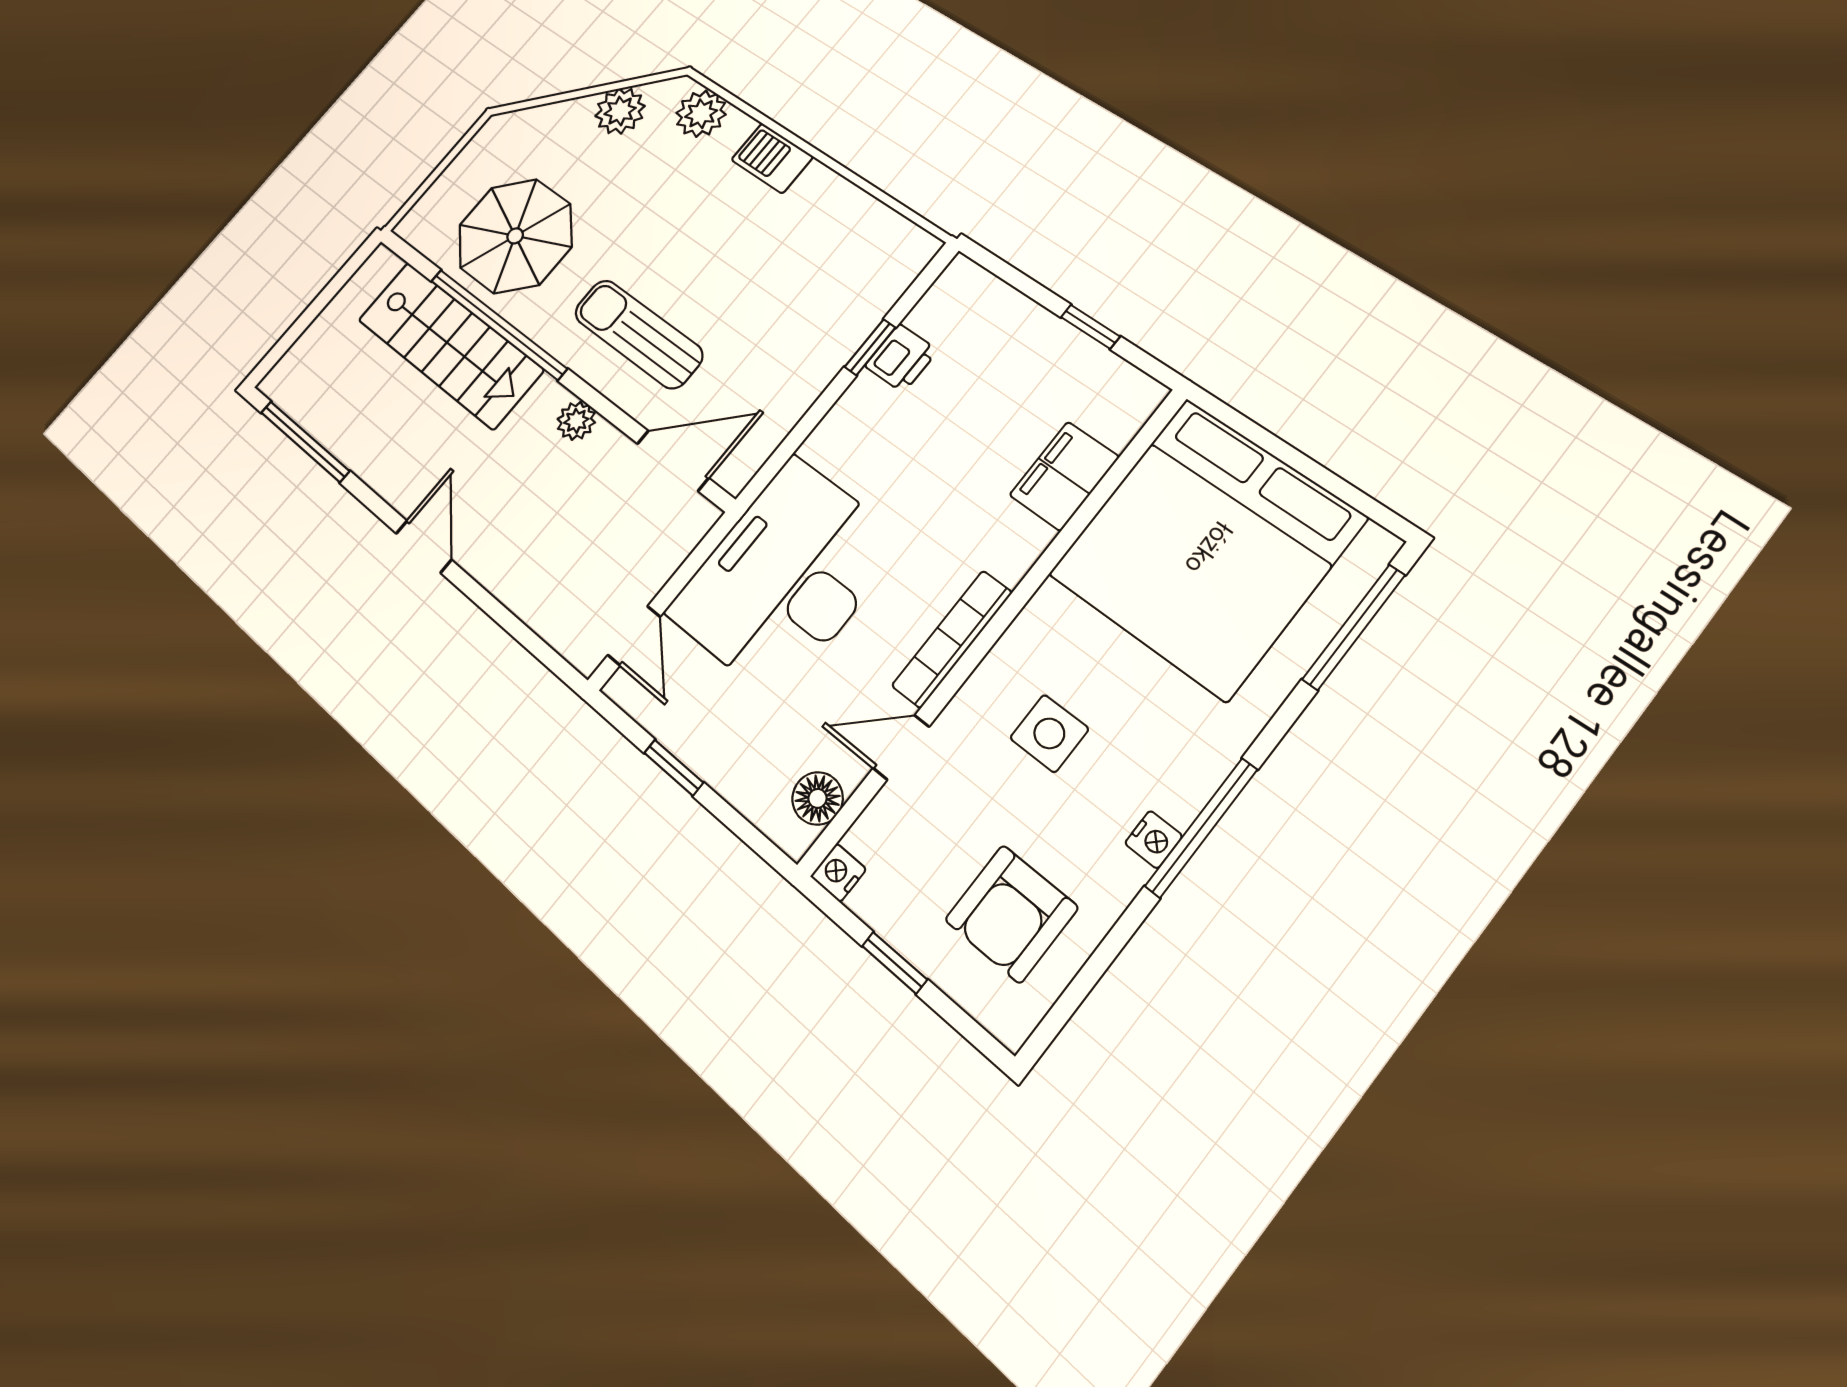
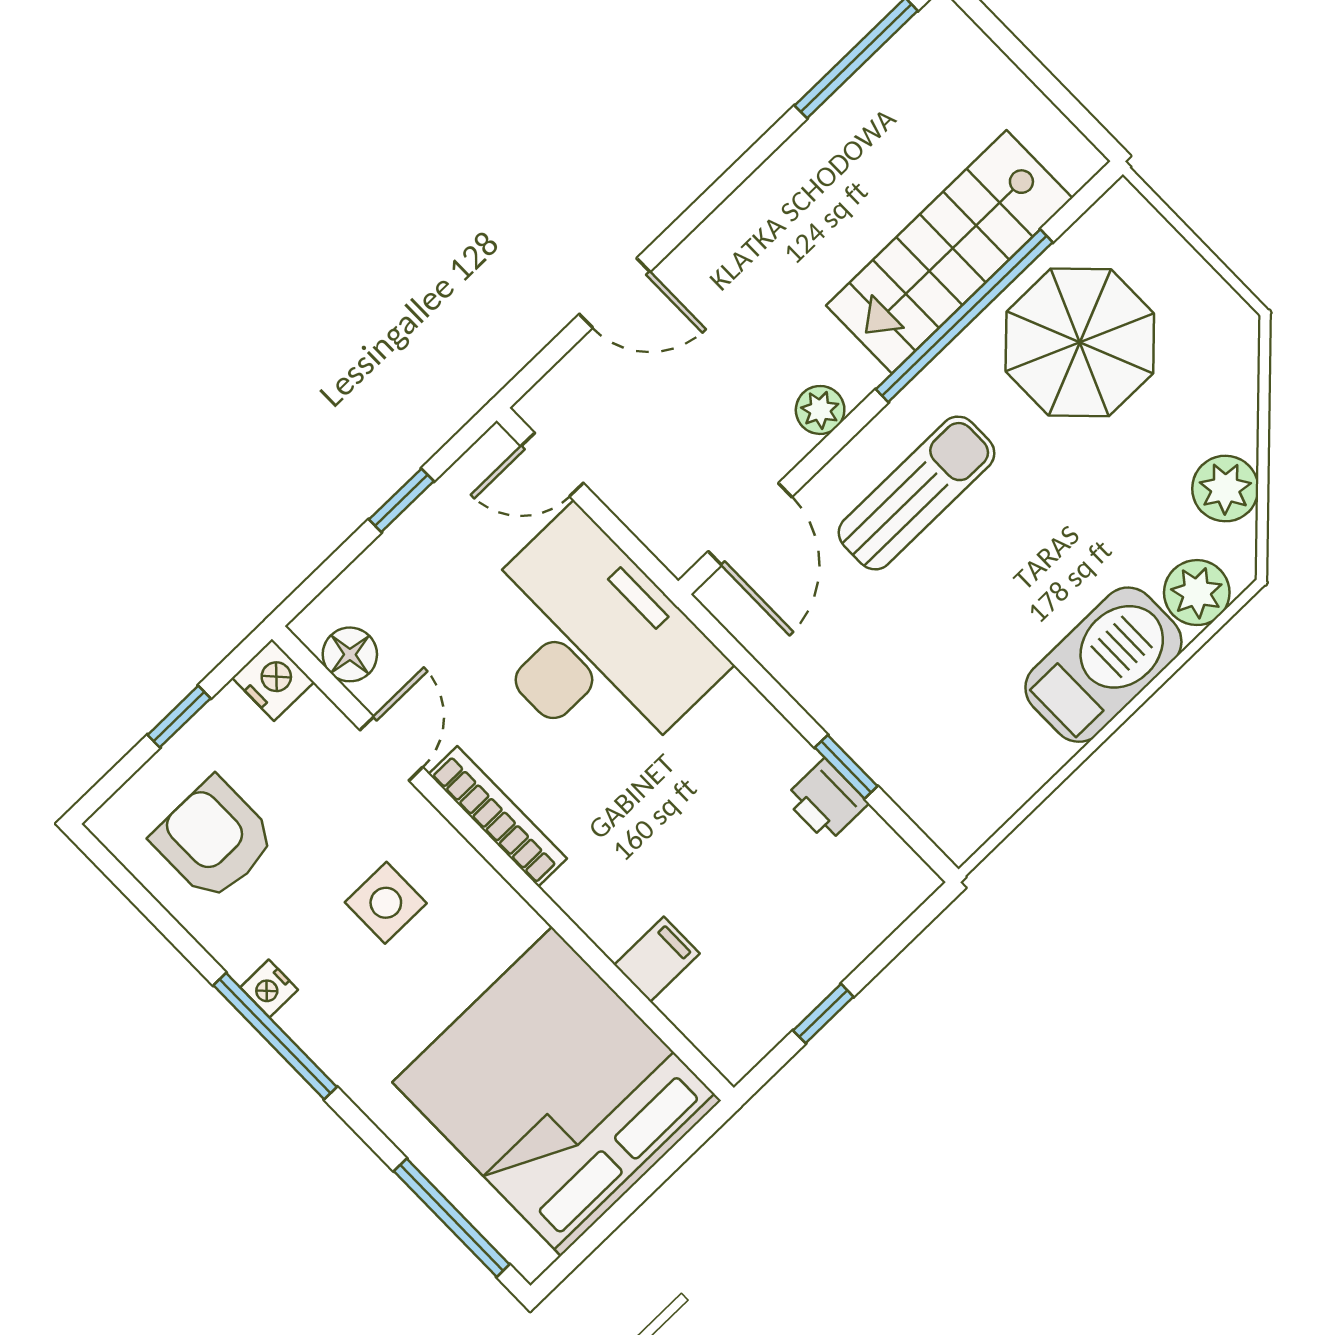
barbecue: (772, 158) -> (1103, 665), width x1.88, depth x1.53
filing cabinet: (1064, 476) -> (657, 959), width x0.50
door: (424, 547) -> (615, 293), moved
nightstand: (838, 873) -> (273, 680), width x1.39, depth x1.35

